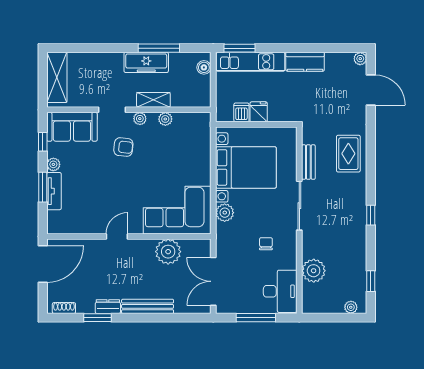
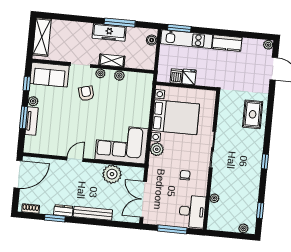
armchair: (123, 147) -> (86, 93), turned -111
bench: (308, 162) -> (222, 118), removed
plant: (314, 271) -> (214, 198), width x0.53, depth x0.53

